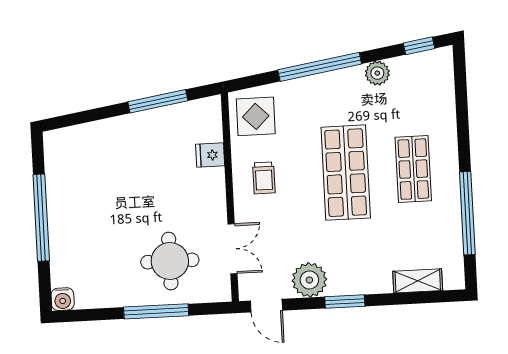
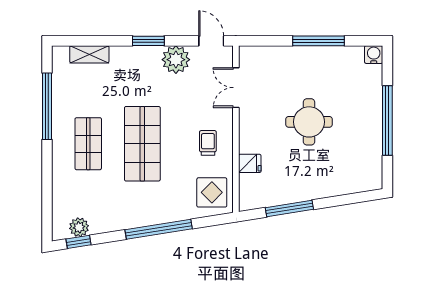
plant: (377, 73) -> (79, 227), moved
round table: (170, 261) -> (309, 122), moved
window: (156, 311) -> (318, 41), moved

